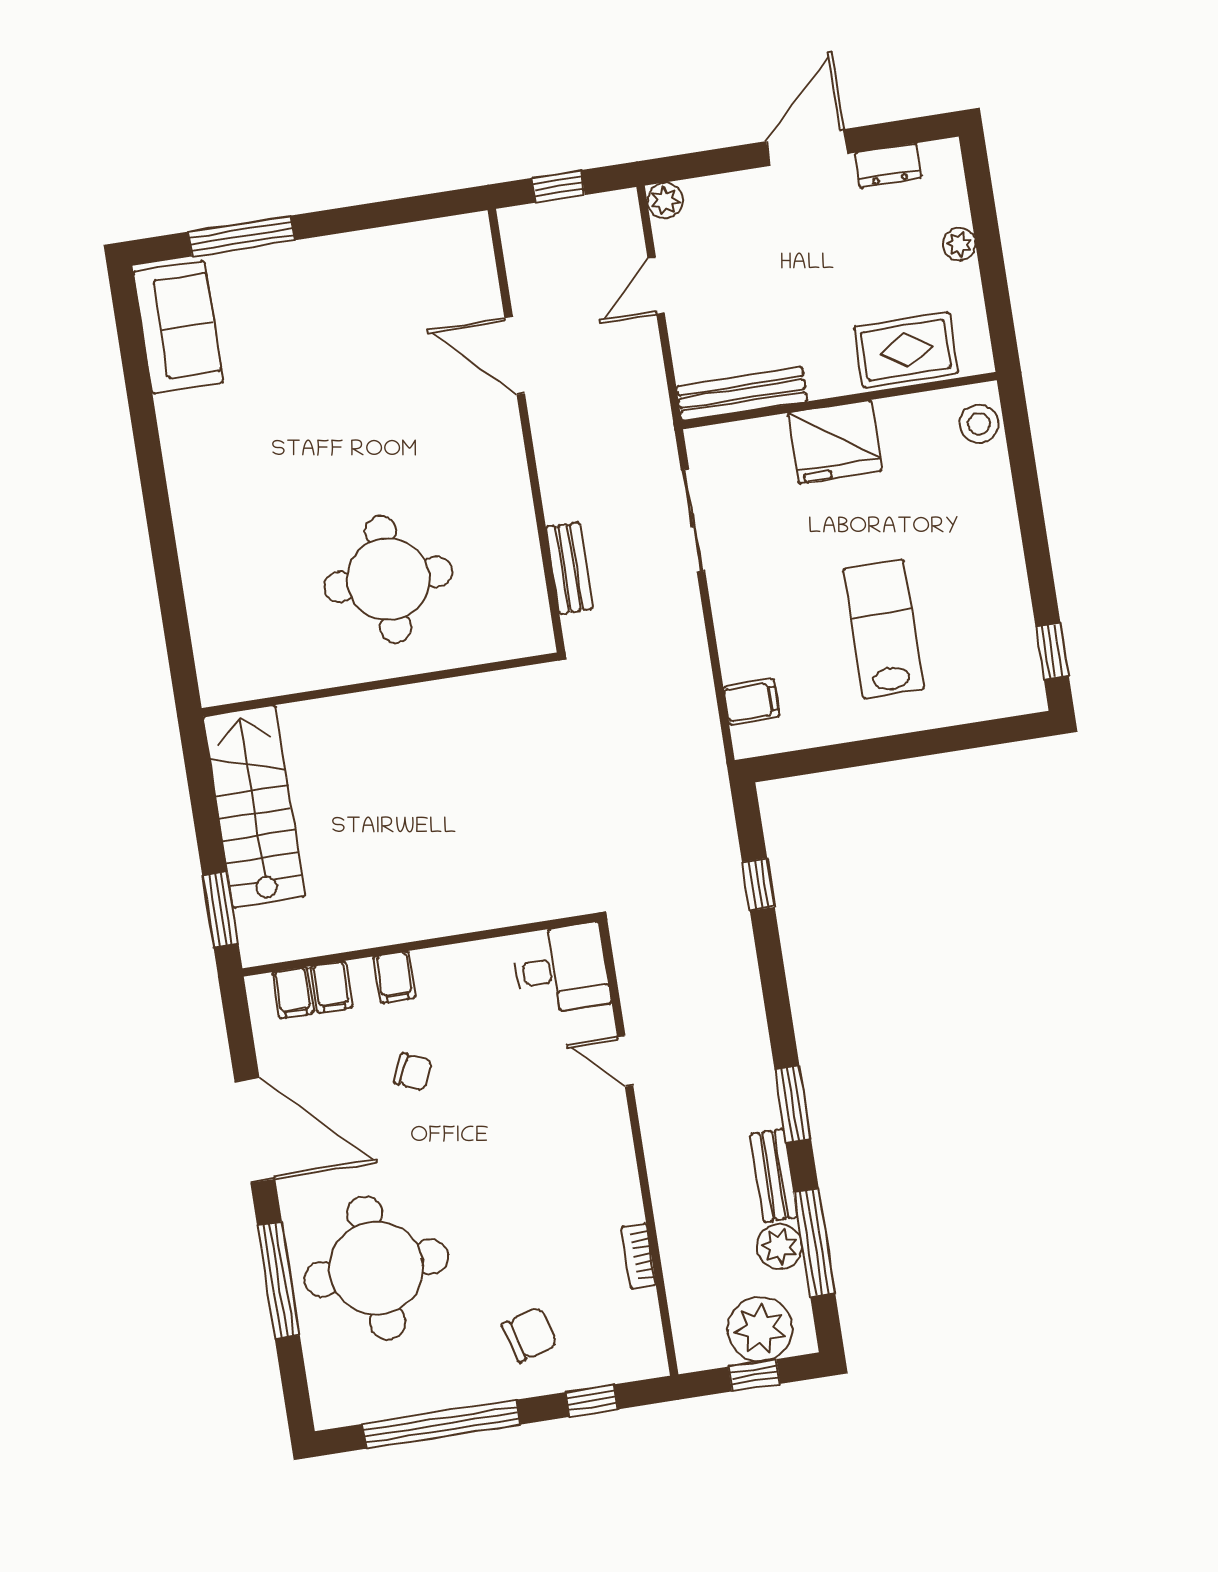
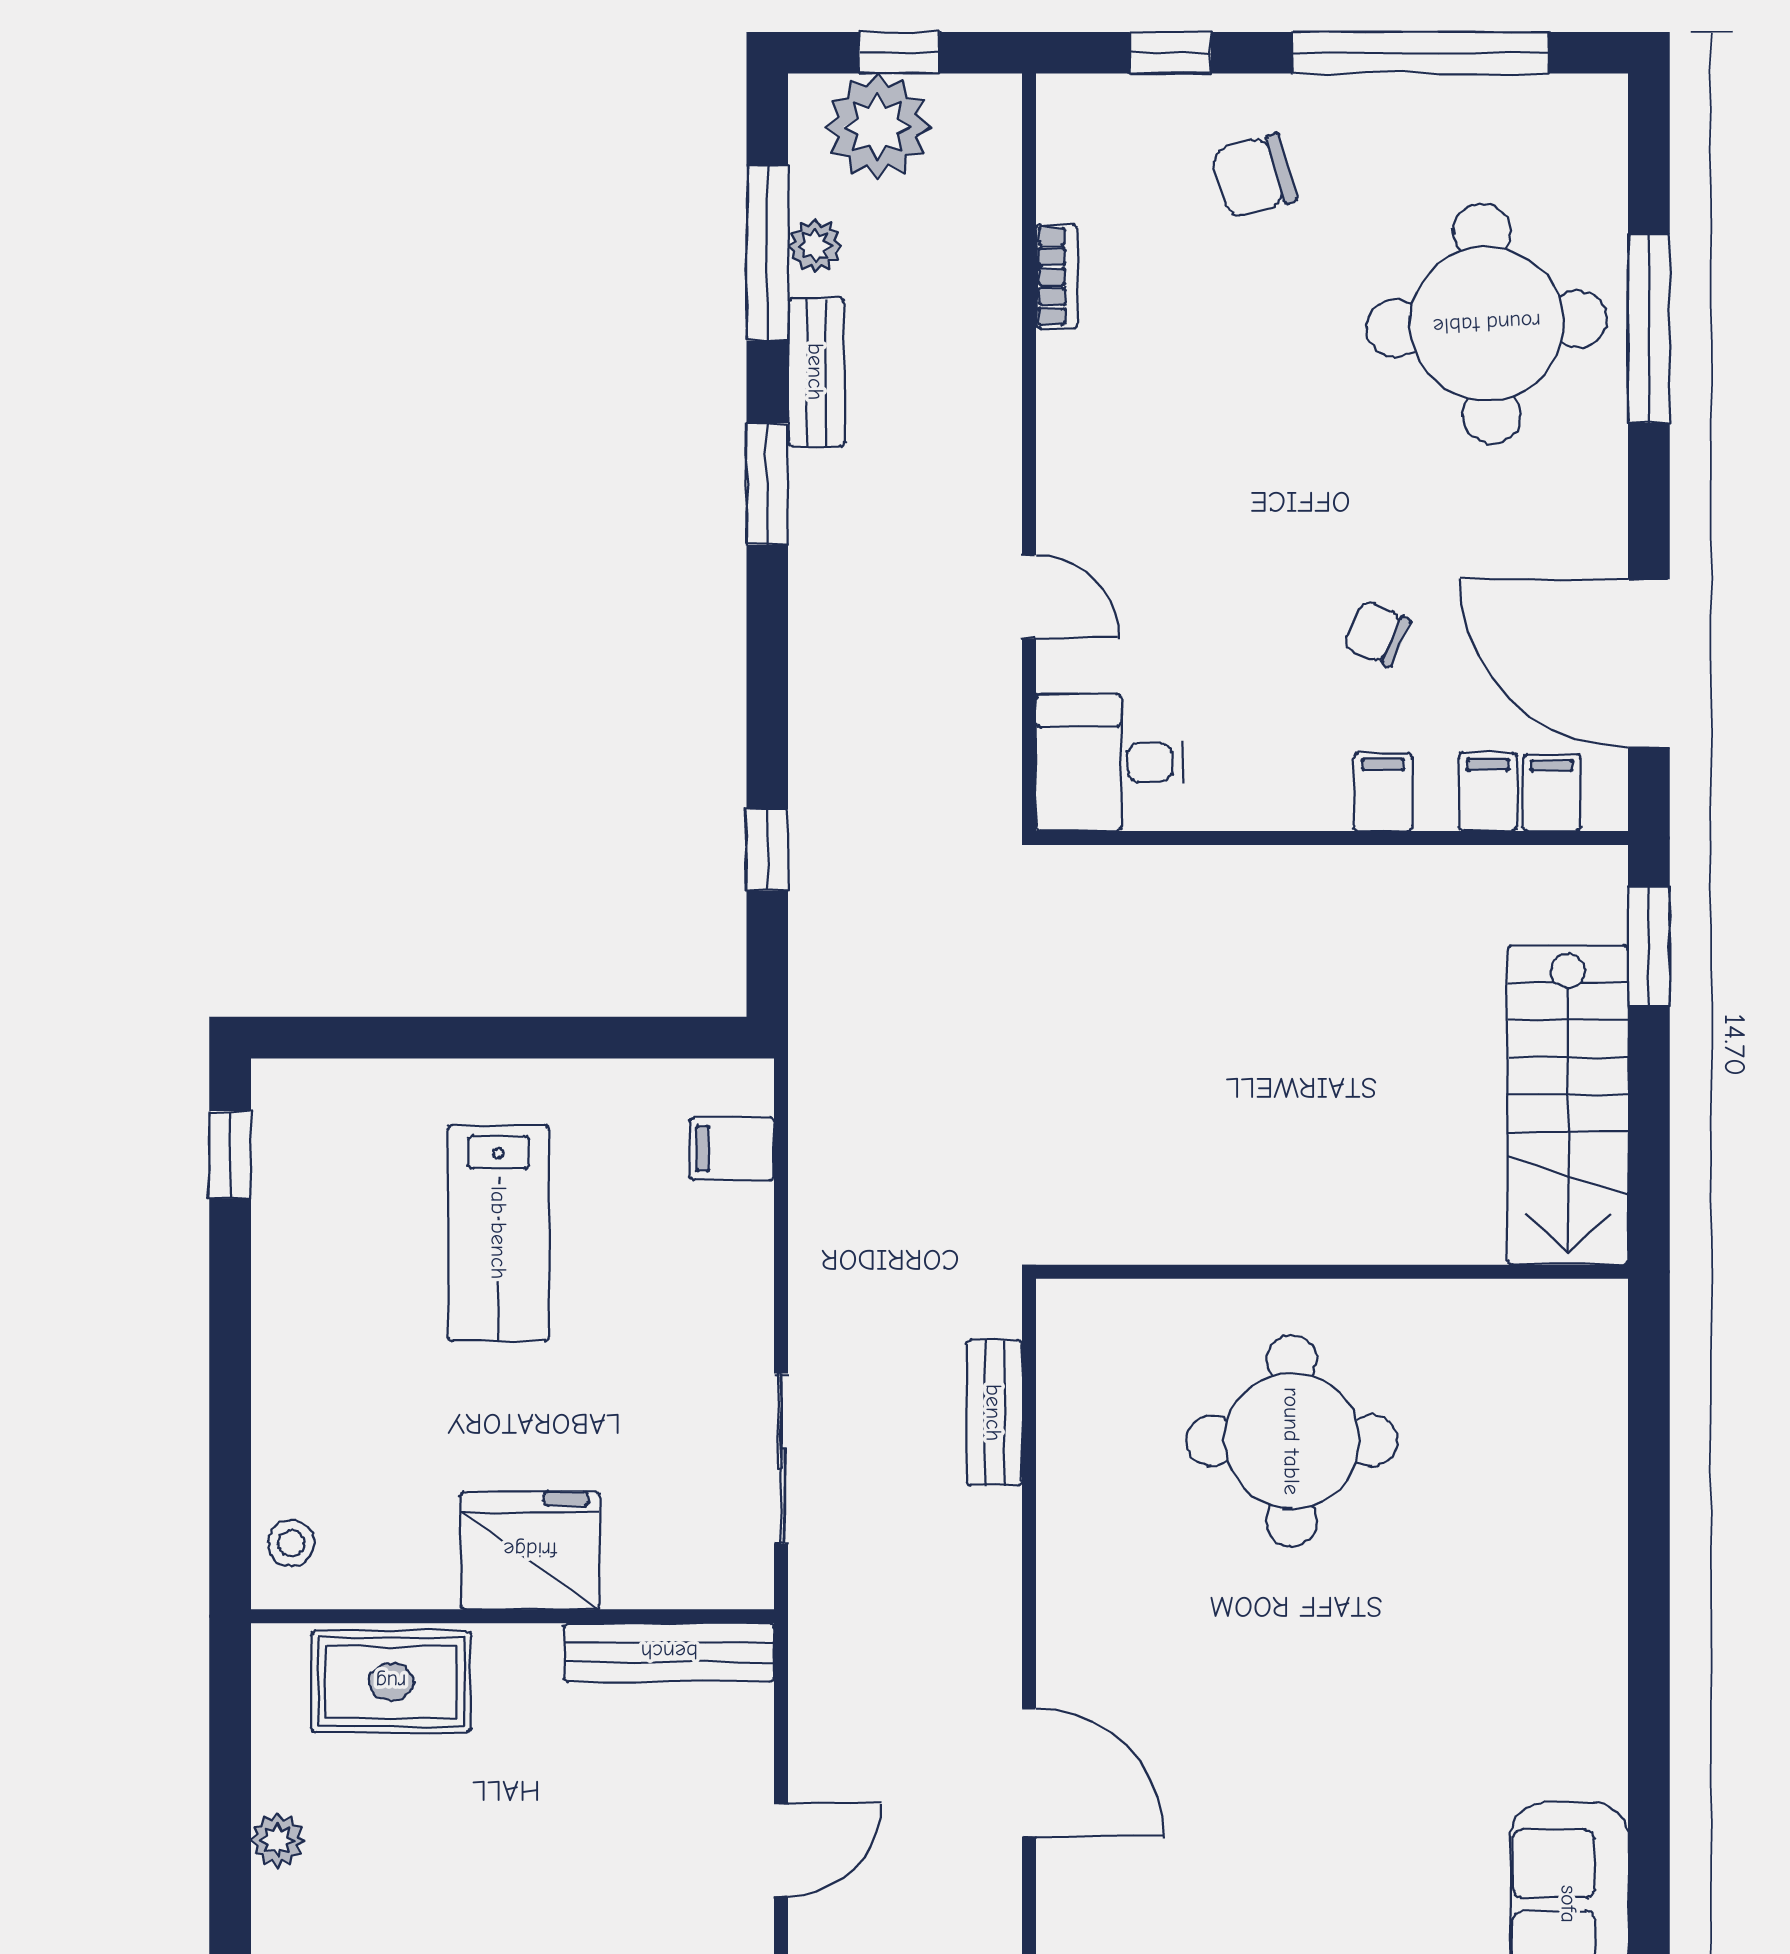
stool: (979, 424) -> (291, 1543), width x0.73, depth x0.73
door: (255, 1130) -> (1649, 663), moved
plant: (780, 1246) -> (815, 246), width x0.73, depth x0.73

